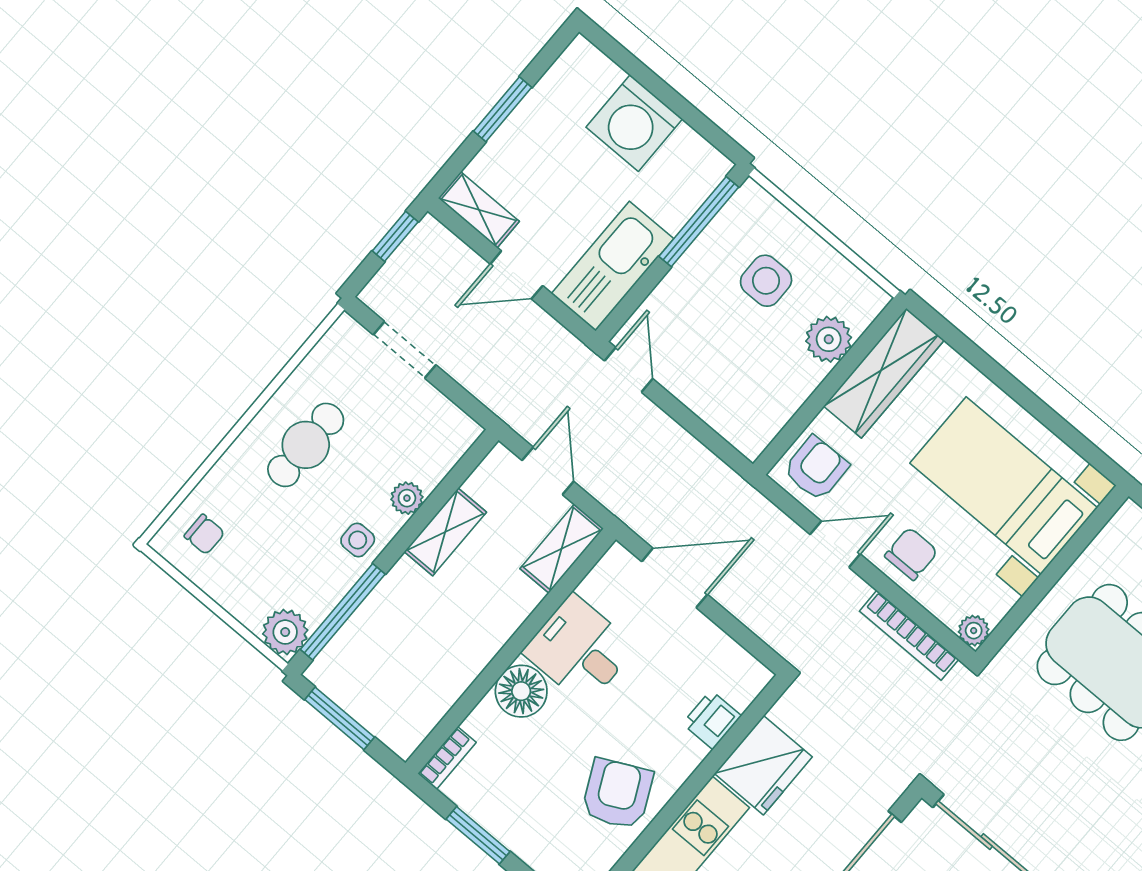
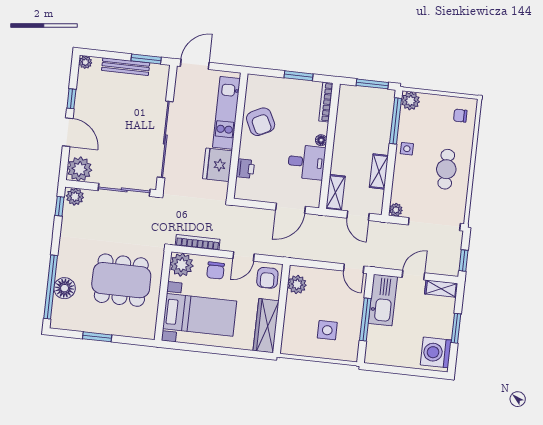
washing machine: (634, 123) -> (436, 352), moved, turned -90
window: (699, 222) -> (365, 320), moved
plant: (829, 339) -> (297, 284), moved
doorway: (405, 350) -> (434, 224), width x1.88
plant: (407, 498) -> (396, 210), moved
plant: (974, 631) -> (182, 265), width x1.87, depth x1.87
floor lamp: (521, 691) -> (321, 140), width x0.53, depth x0.53
bookcase: (447, 758) -> (326, 102), width x1.56

